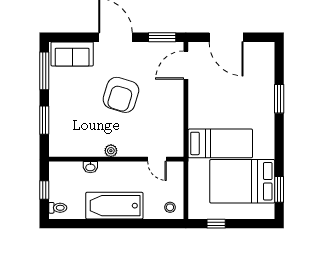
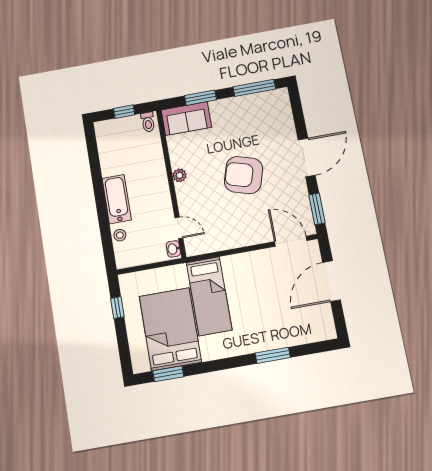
sofa: (72, 54) -> (186, 119), moved, turned -90
door: (157, 159) -> (179, 228), swing flipped
washbasin: (90, 167) -> (173, 249), moved
bathtub: (114, 206) -> (117, 199), width x0.73, depth x0.73
stool: (170, 207) -> (120, 235), moved
toilet: (58, 208) -> (148, 122), moved

